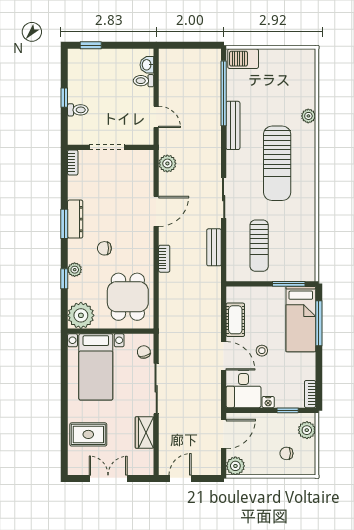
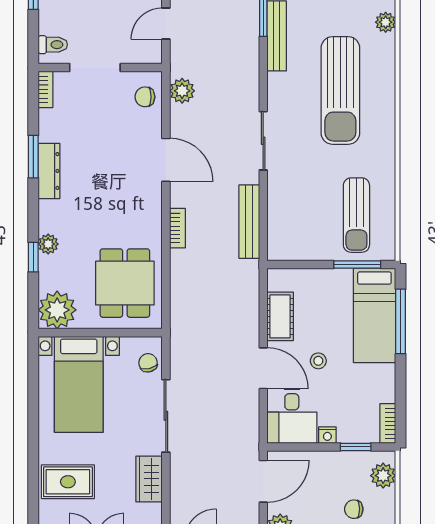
toilet: (78, 110) -> (53, 45), moved
door: (156, 117) -> (166, 24), swing flipped
door: (156, 211) -> (166, 160), hinge flipped
window: (64, 224) -> (33, 157), moved
sun lounger: (259, 246) -> (356, 215), moved
bench: (214, 247) -> (249, 222), width x1.36
chair: (104, 248) -> (145, 97), moved

